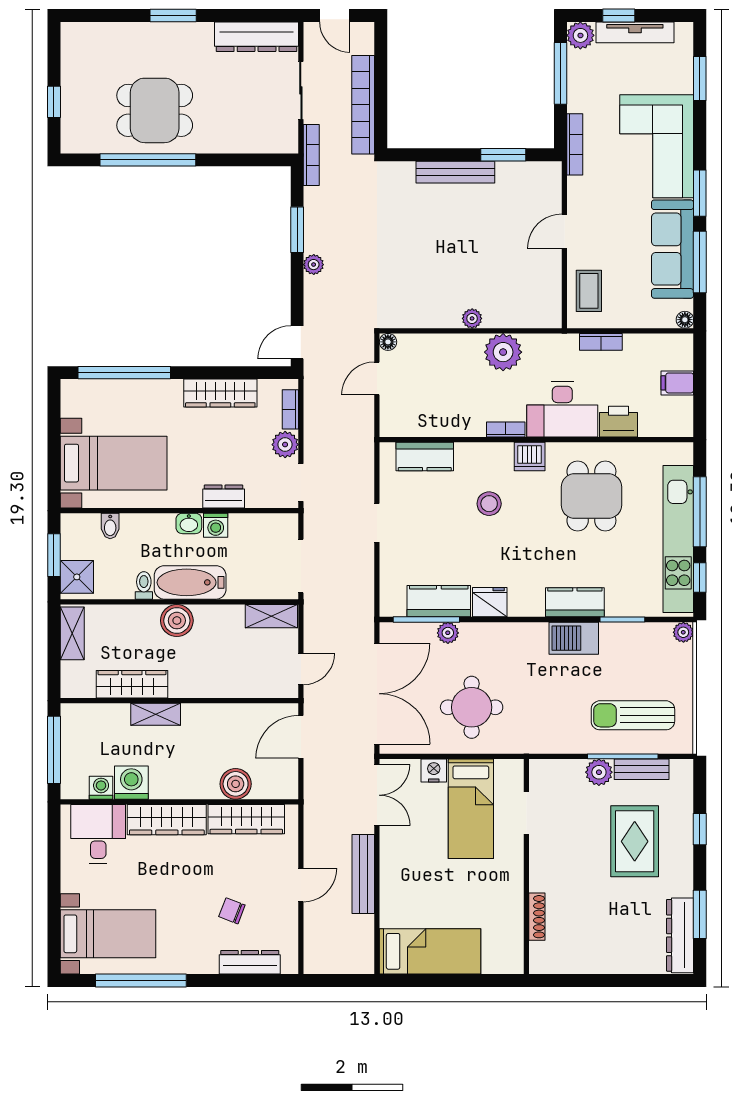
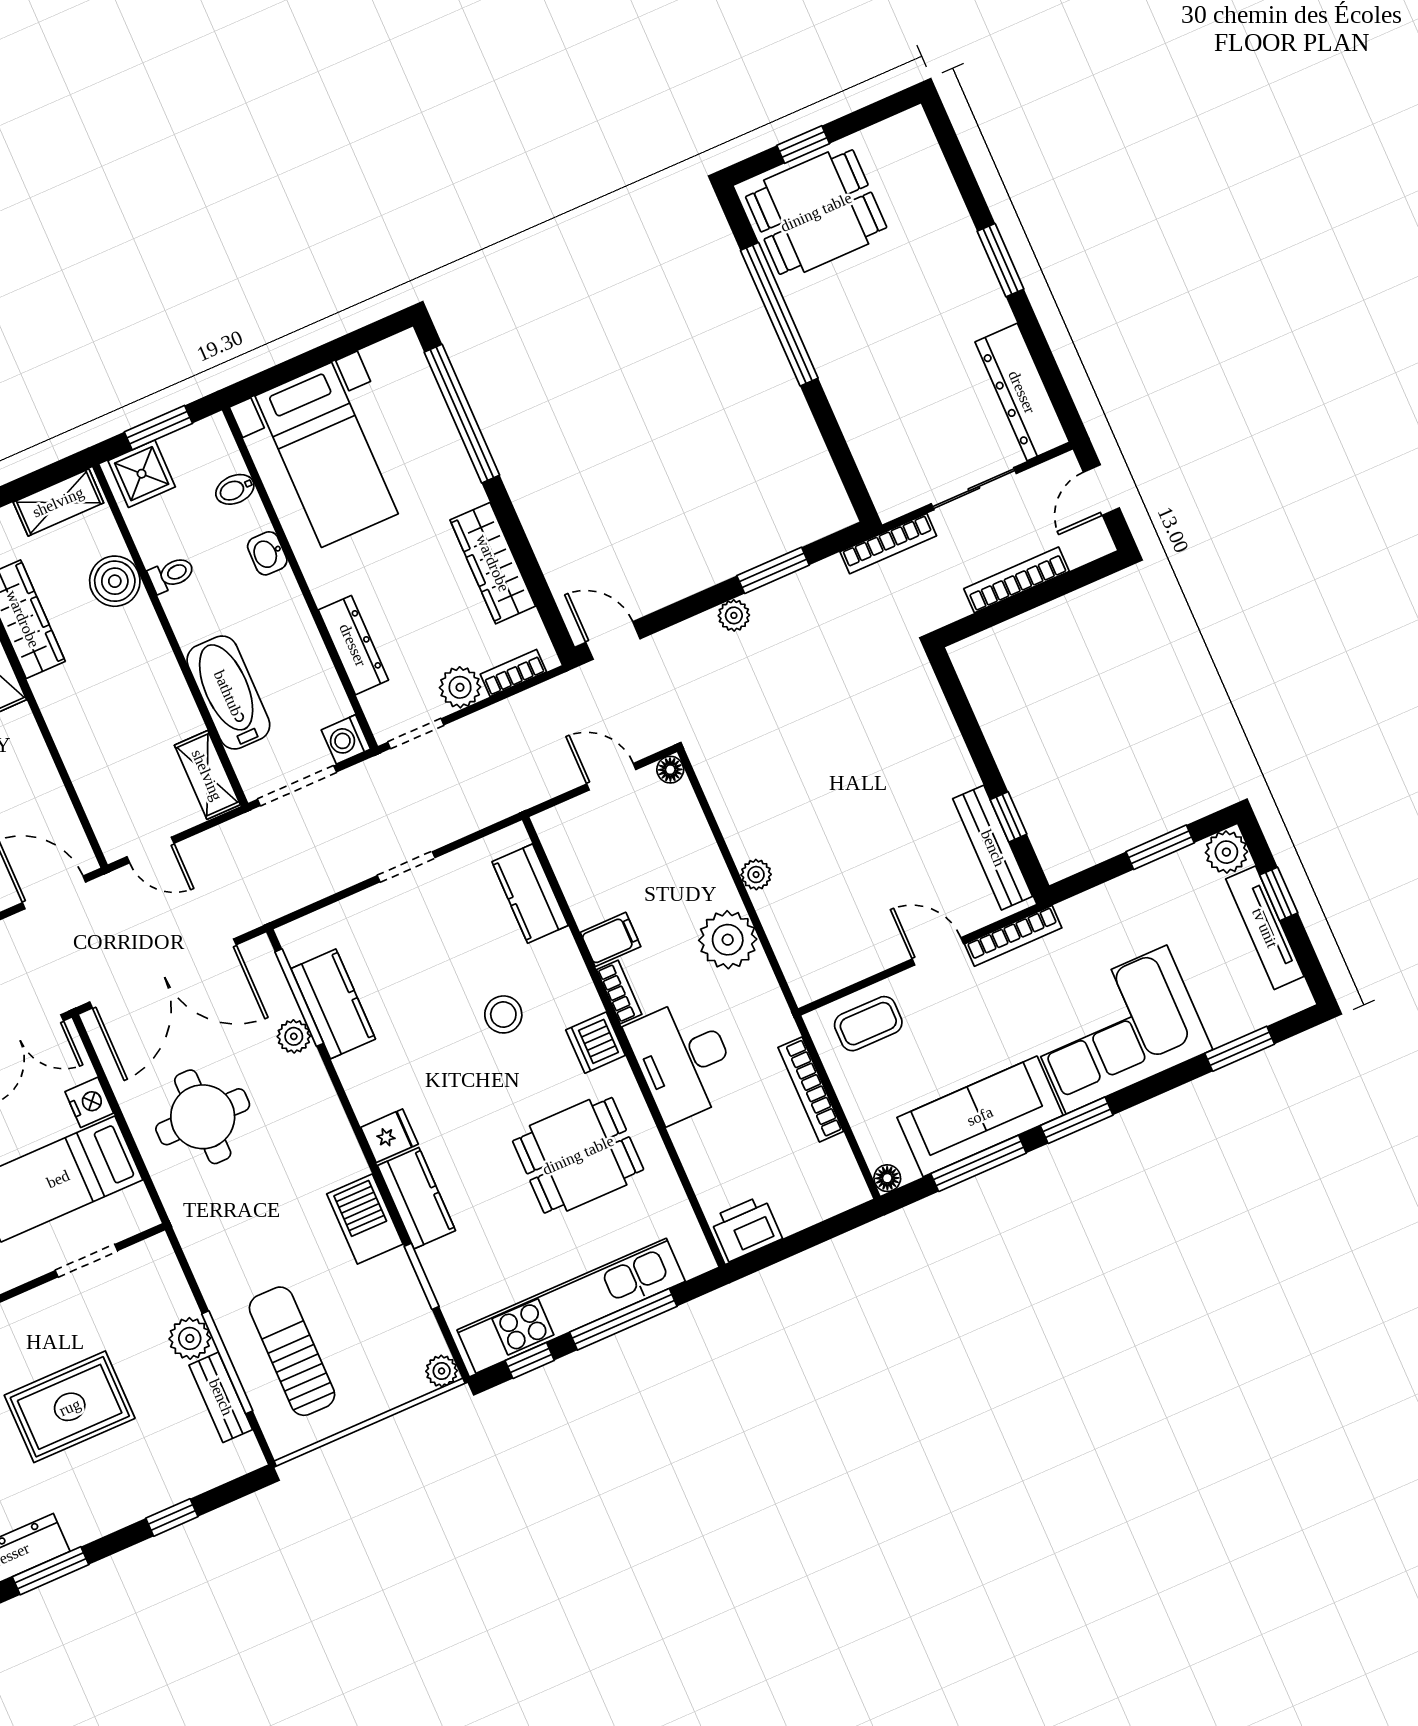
window: (560, 73) -> (1160, 847), width x0.69
bookcase: (363, 105) -> (1017, 580), width x0.68, depth x0.76
dining table: (155, 110) -> (816, 212), moved, turned 90
bookcase: (575, 144) -> (1013, 936), moved
window: (503, 155) -> (1008, 817), width x0.67
bench: (455, 172) -> (993, 848), moved
bookcase: (601, 342) -> (811, 1089), width x1.56
filing cabinet: (677, 383) -> (610, 939), moved, turned 90
printer: (618, 422) -> (746, 1228), moved, turned -90
dresser: (224, 496) -> (353, 645), width x1.44
washbasin: (189, 523) -> (267, 553), moved
washing machine: (216, 525) -> (346, 739), moved
bathtub: (190, 582) -> (228, 693), moved
fridge: (490, 602) -> (389, 1136), moved, width x0.72
boiler: (177, 621) -> (115, 581), moved
rug: (635, 841) -> (70, 1407), moved

